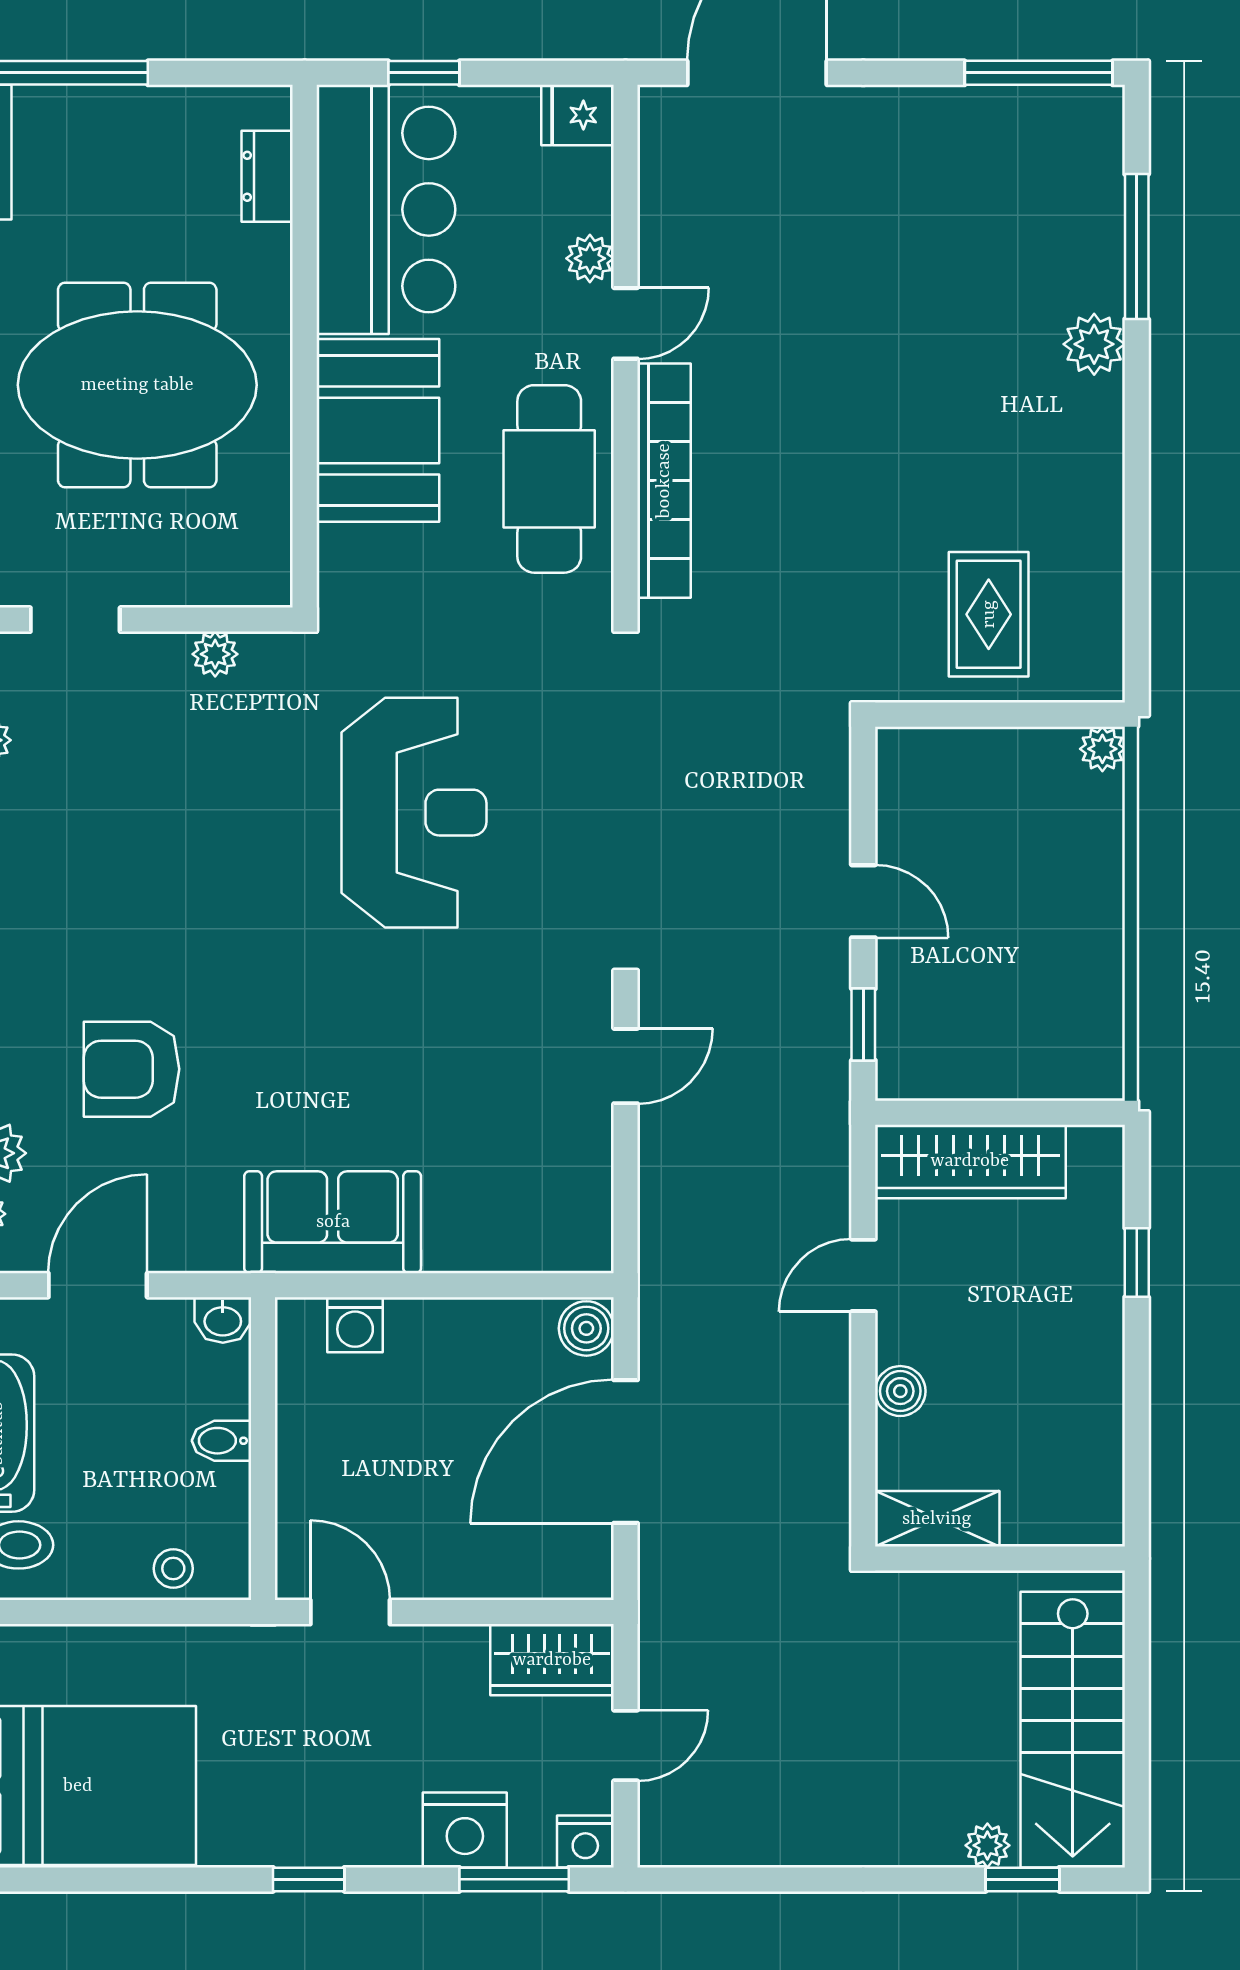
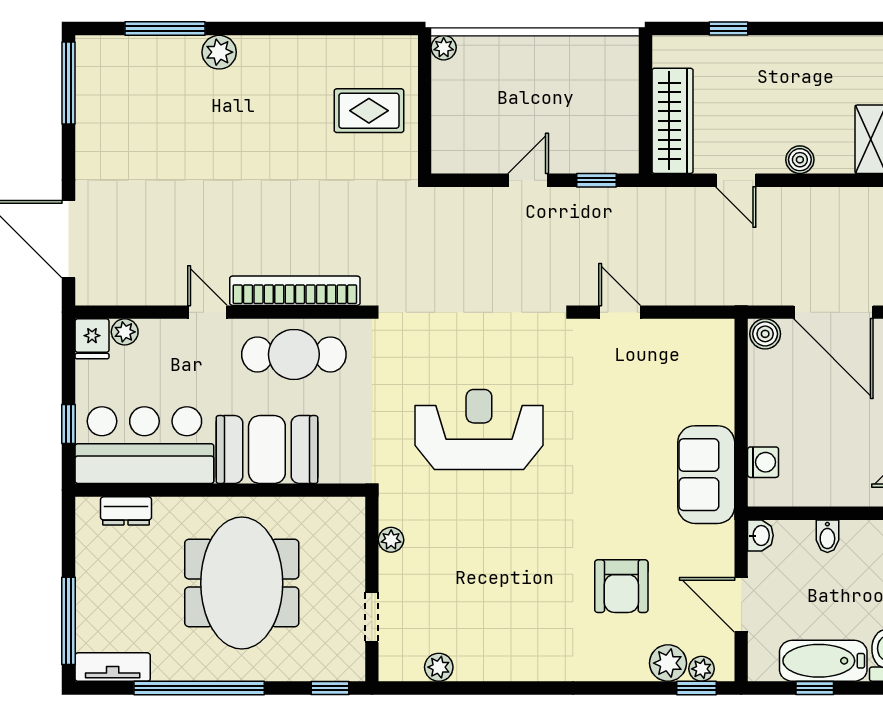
plant: (590, 258) -> (125, 332), moved

